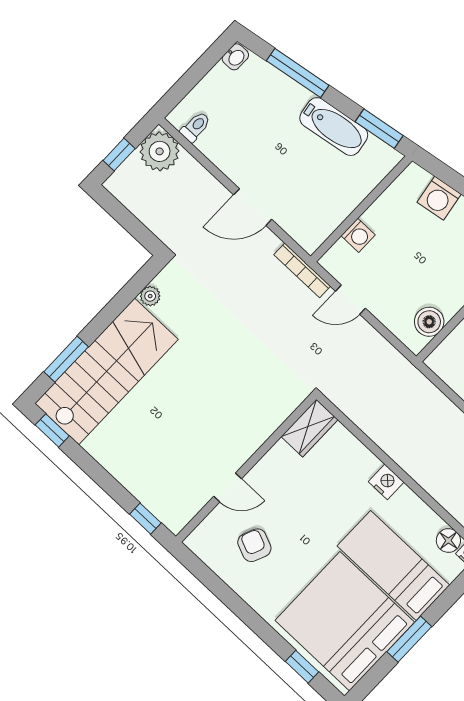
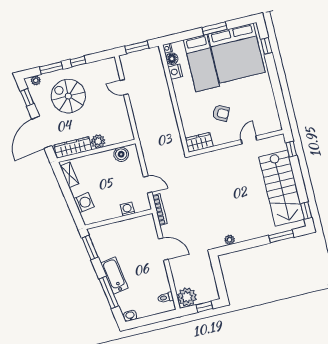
bathtub: (334, 127) -> (114, 275), moved
stairs: (107, 371) -> (282, 188), moved, turned -90
nightstand: (386, 482) -> (175, 72), moved
door: (228, 487) -> (249, 140), hinge flipped
armchair: (254, 545) -> (221, 113), moved, turned -87

